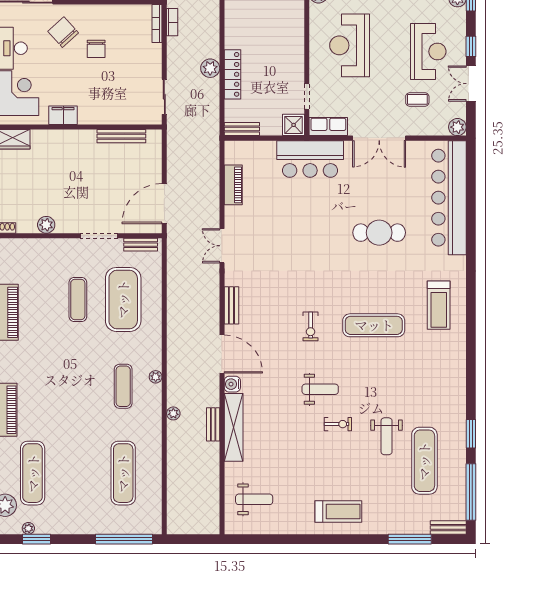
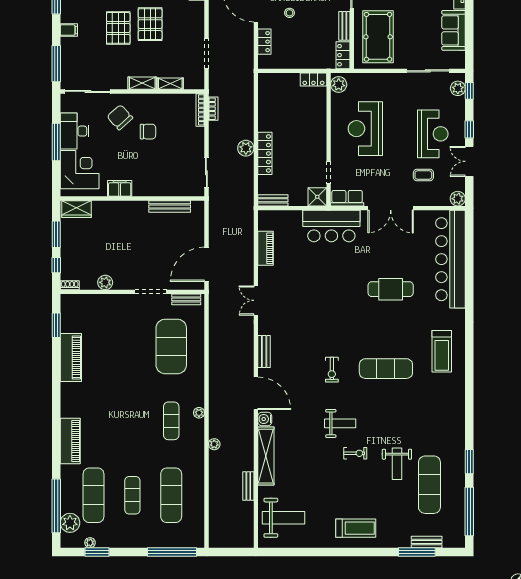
chair: (96, 49) -> (148, 132), turned -90
exercise mat: (78, 299) -> (132, 495), moved
bench: (213, 424) -> (248, 486), moved
weight bench: (254, 499) -> (283, 518), width x1.36, depth x1.33
bench: (448, 528) -> (427, 542), moved

